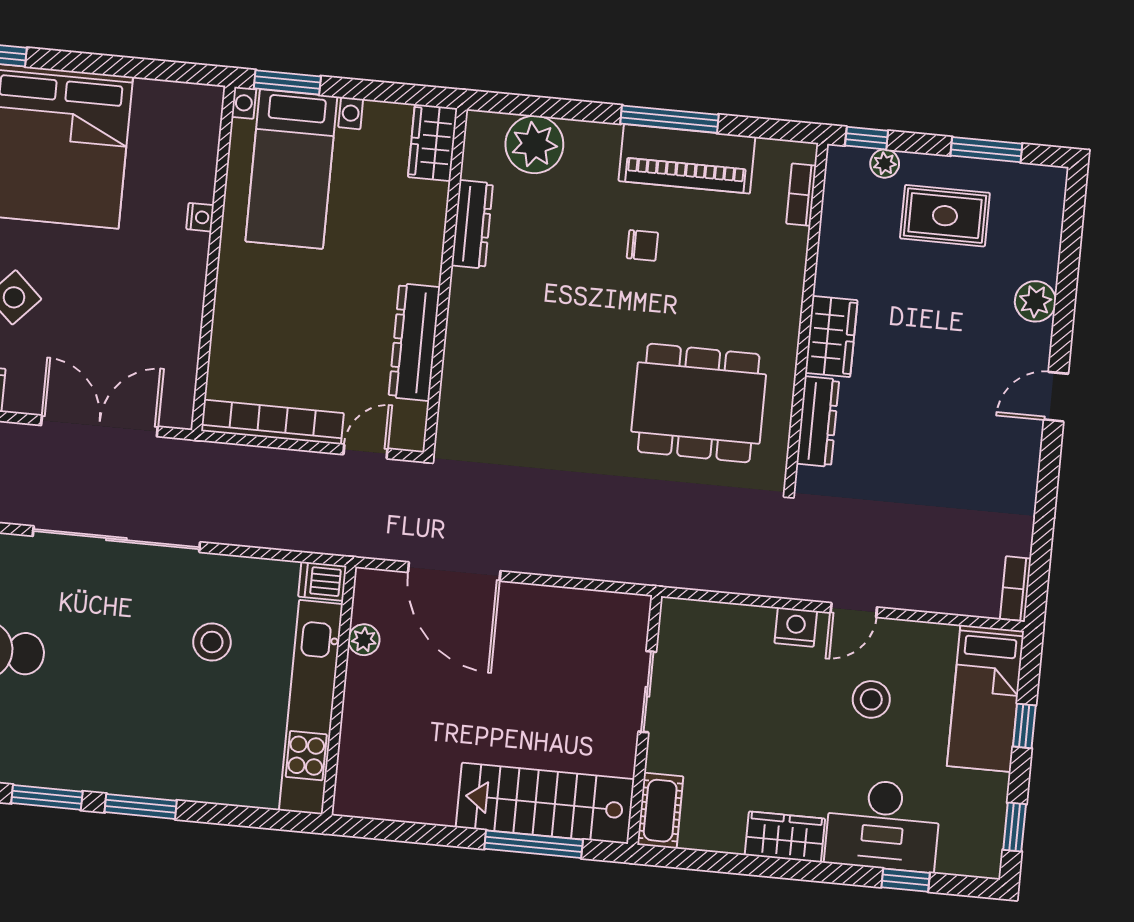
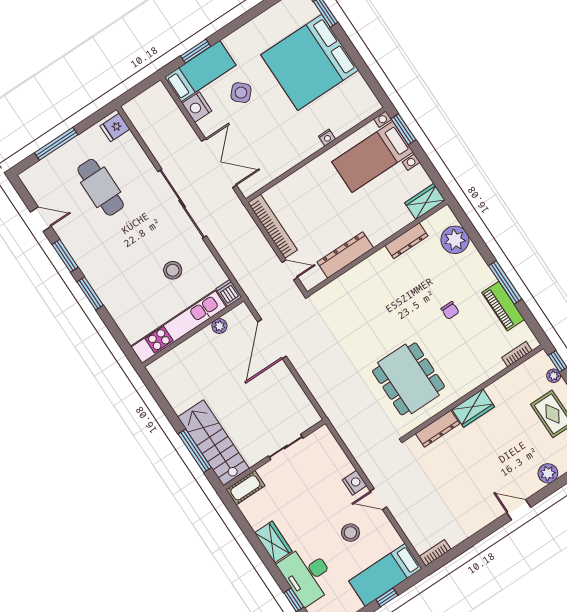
piano: (687, 159) -> (503, 306), width x0.73, depth x0.75

